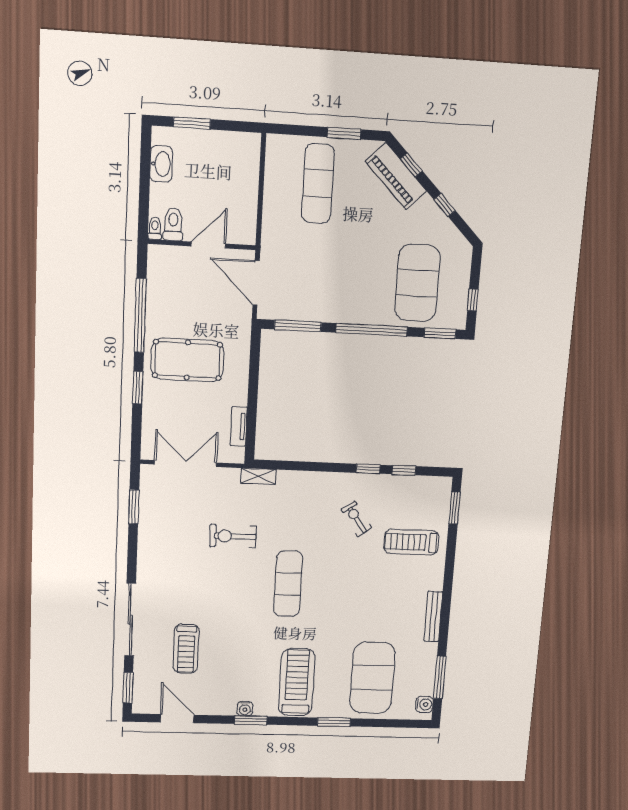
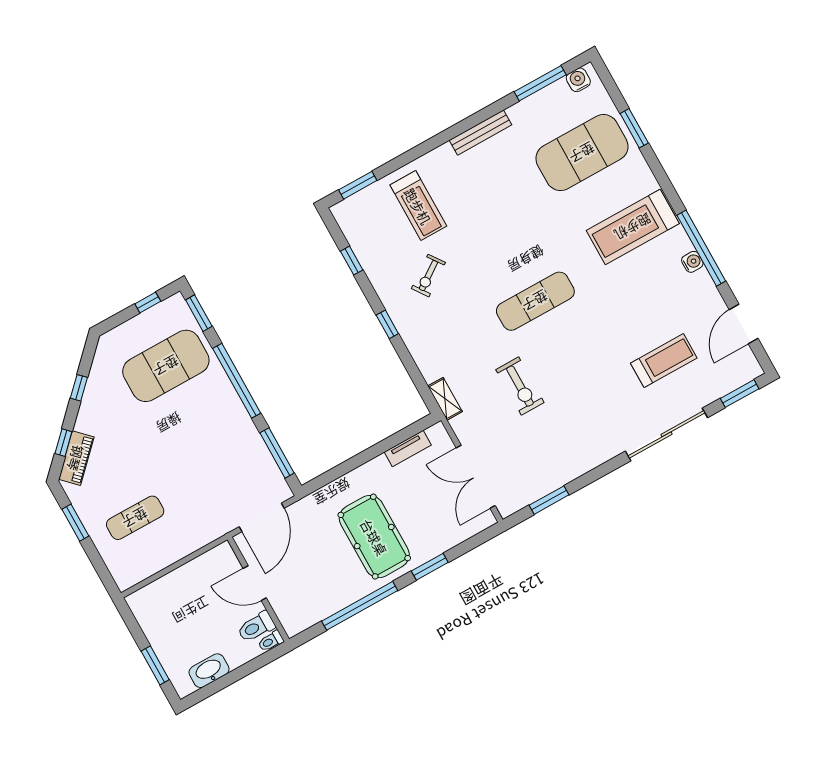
piano: (396, 176) -> (76, 458), width x0.73, depth x0.75
exercise mat: (318, 184) -> (135, 518), width x0.73, depth x0.69
window: (368, 469) -> (387, 324), moved
window: (251, 720) -> (701, 248), width x2.11
window: (334, 722) -> (634, 128), moved

